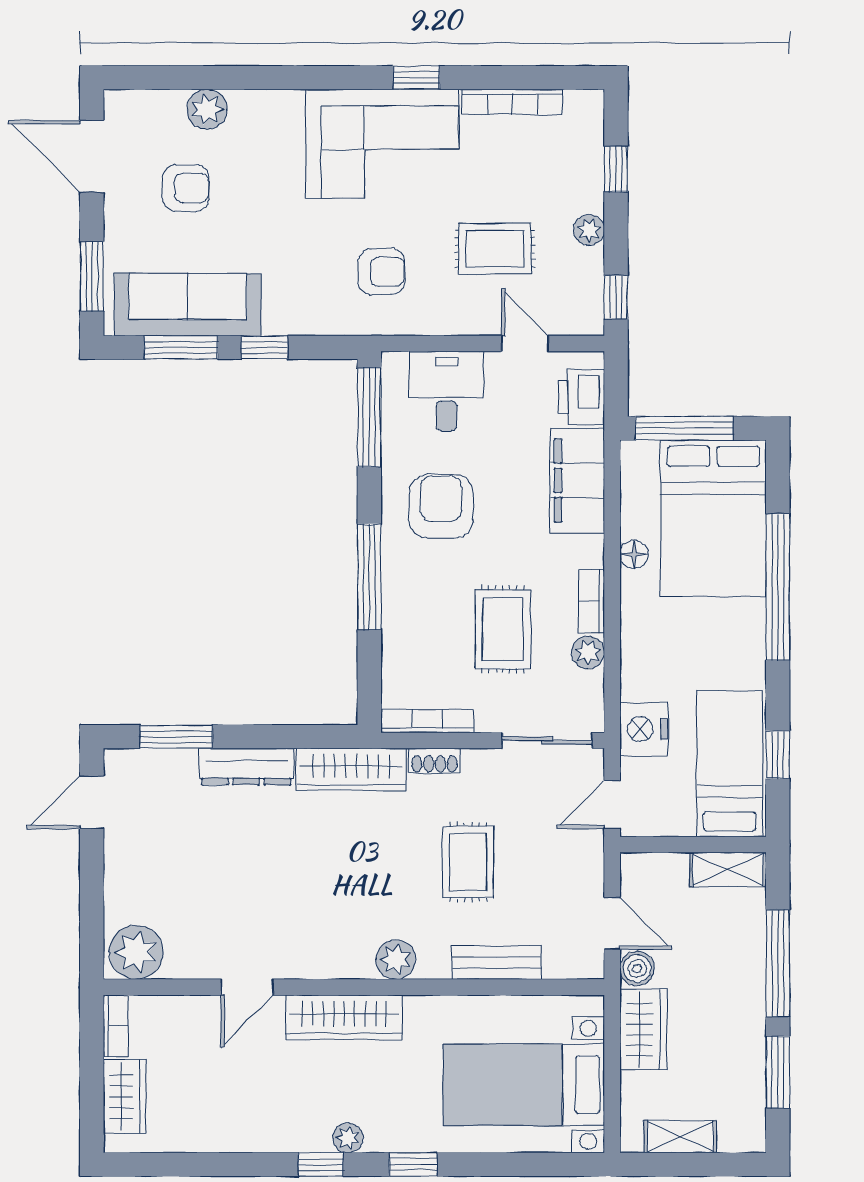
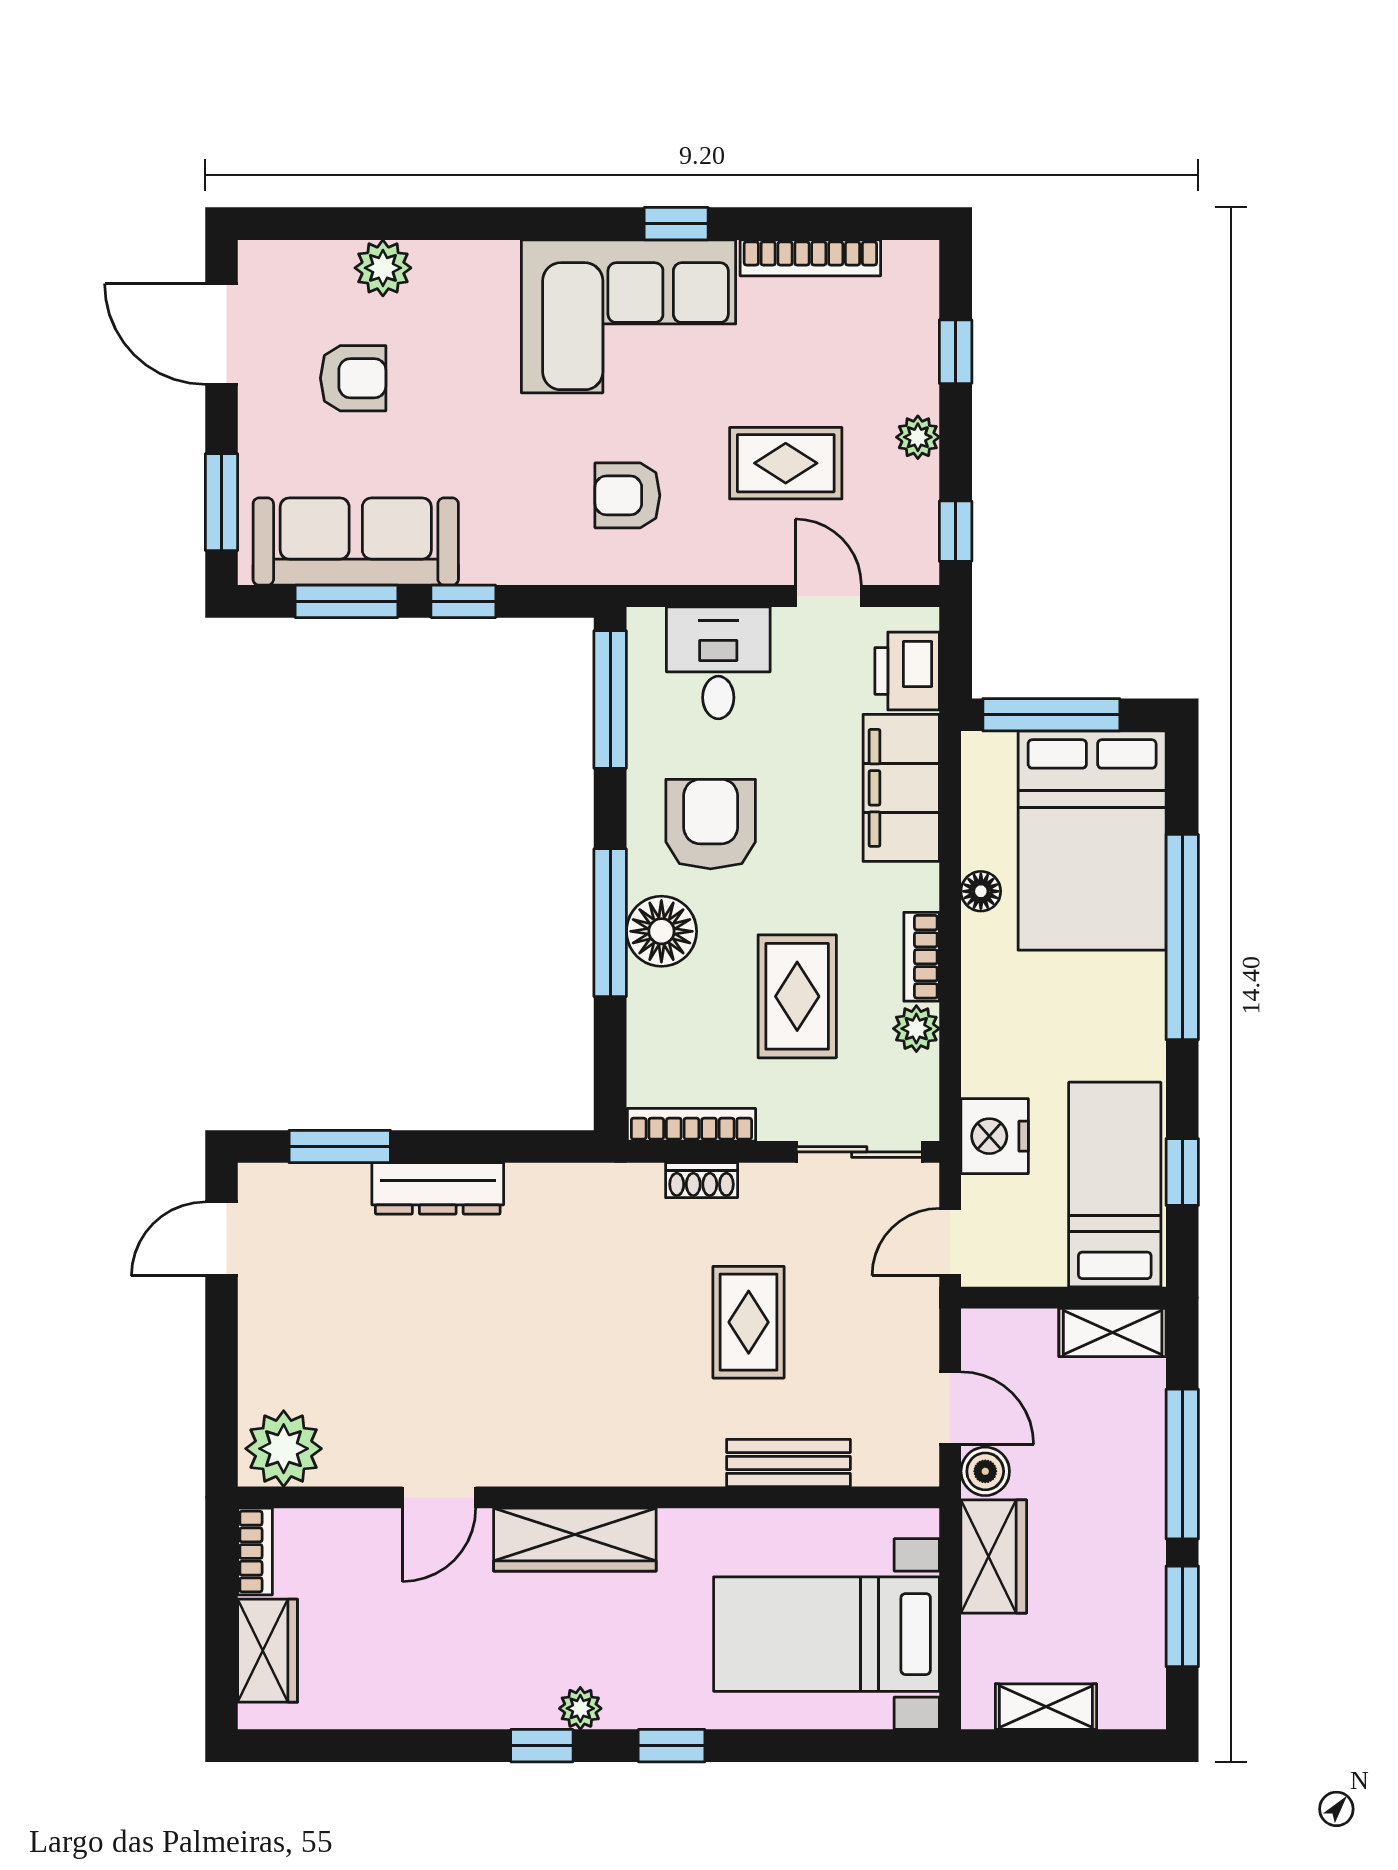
armchair: (382, 272) -> (627, 495), turned 180
floor lamp: (406, 583) -> (661, 931), added
wardrobe: (351, 769) -> (585, 1192), removed
plant: (396, 960) -> (647, 1459), removed

